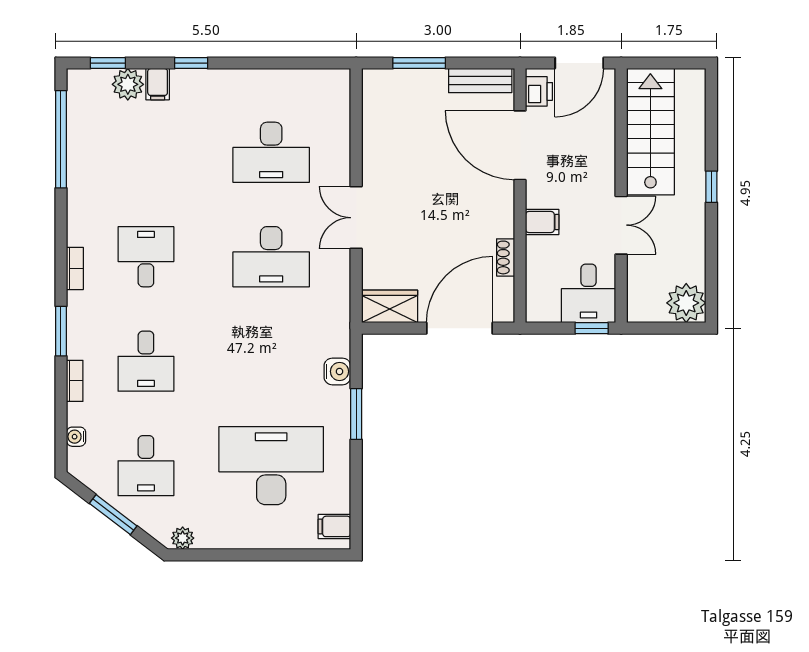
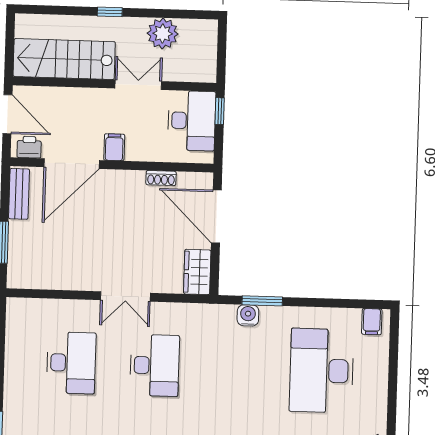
filing cabinet: (542, 222) -> (114, 147), moved
desk: (589, 293) -> (192, 121), width x1.37
plant: (686, 303) -> (163, 34), moved
window: (356, 414) -> (262, 301), moved

